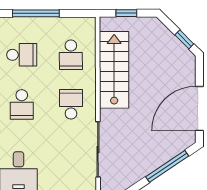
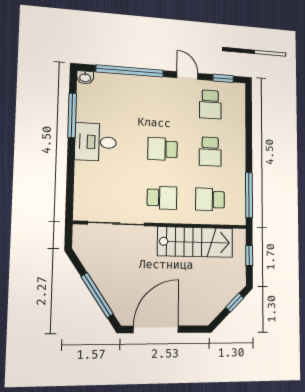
window: (36, 13) -> (249, 195), moved
window: (184, 39) -> (235, 303), moved
door: (199, 109) -> (156, 329), hinge flipped

